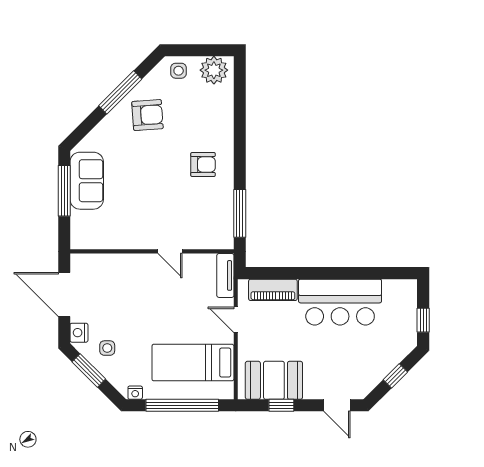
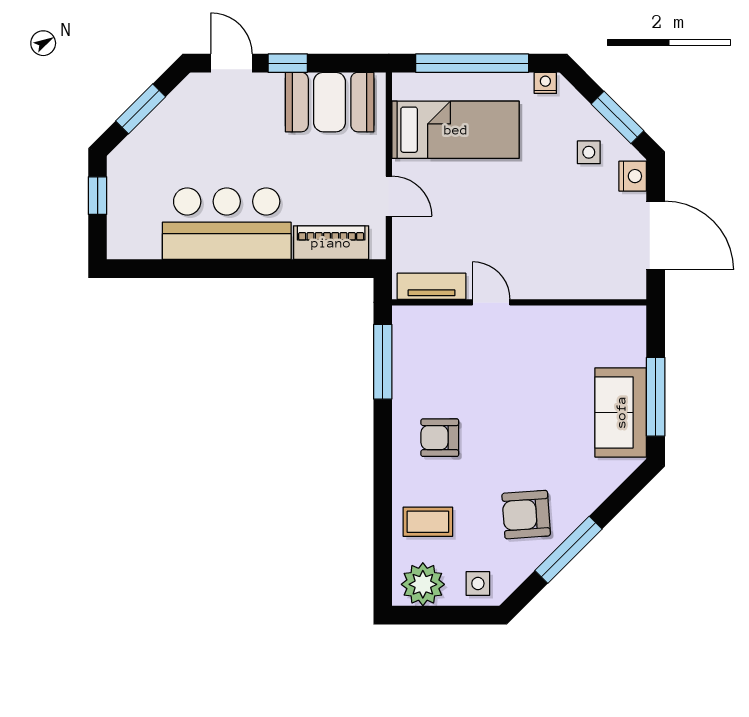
coffee table: (211, 110) -> (428, 522), added
tv unit: (225, 275) -> (431, 286), moved, turned -90
window: (395, 376) -> (141, 109), width x1.50
window: (281, 405) -> (288, 63), moved

